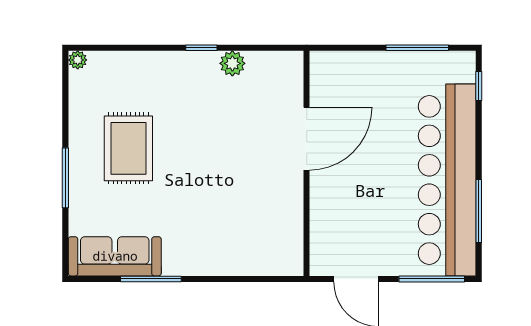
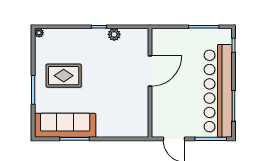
rug: (128, 148) -> (64, 76), turned 90
sofa: (115, 256) -> (65, 125), width x1.36, depth x1.27

